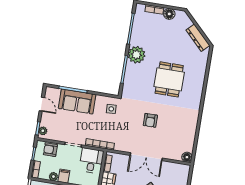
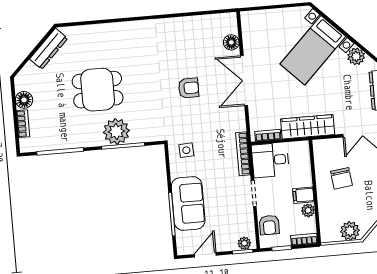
plant: (136, 55) -> (116, 131), moved
dining table: (169, 79) -> (98, 90), moved
double door: (146, 157) -> (244, 80), swing flipped
floor lamp: (187, 157) -> (231, 42), moved

